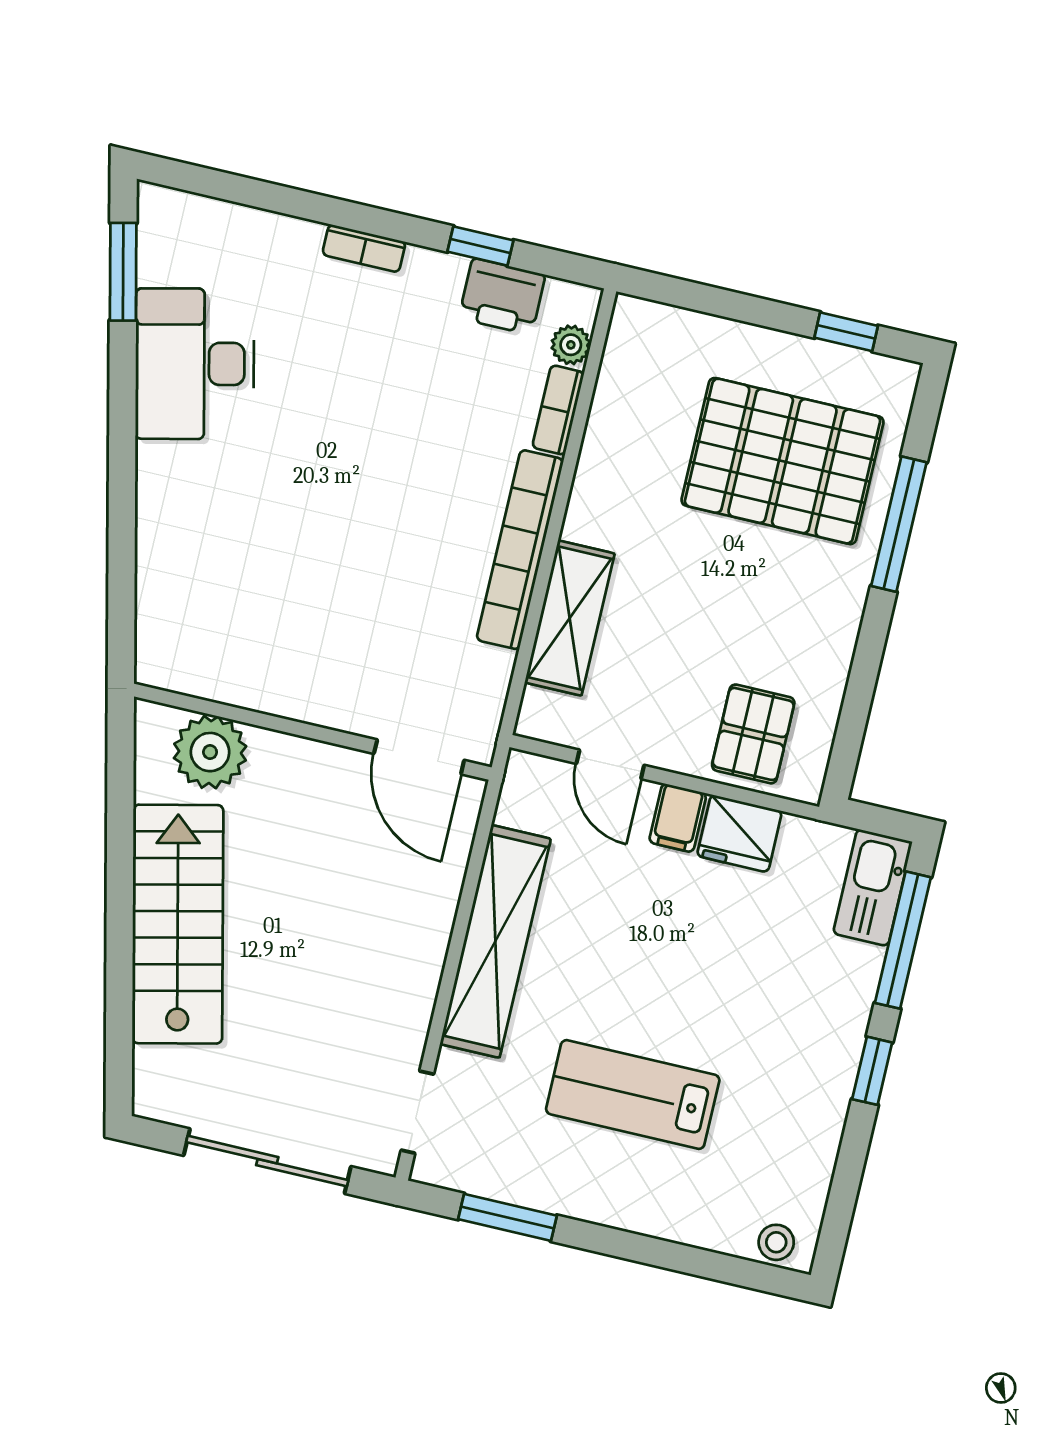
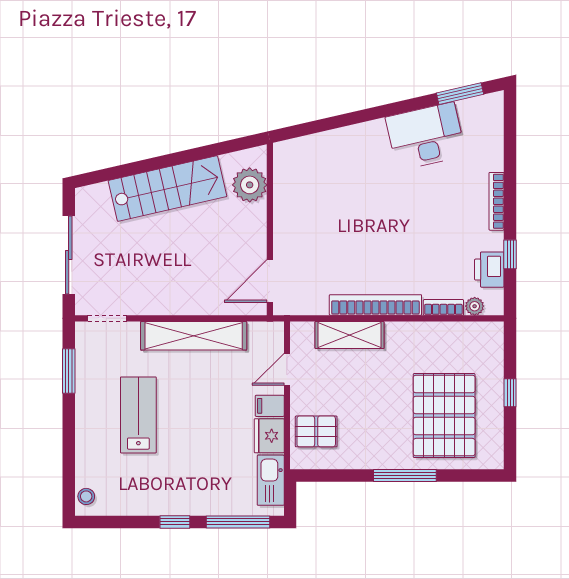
bookcase: (364, 248) -> (497, 201), width x1.56
window: (846, 332) -> (510, 393), moved
window: (899, 524) -> (405, 475), moved
kitchen sink: (873, 888) -> (271, 480), moved, turned -90

